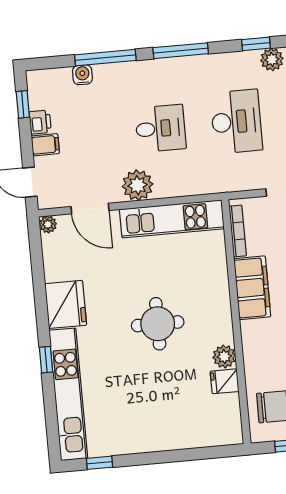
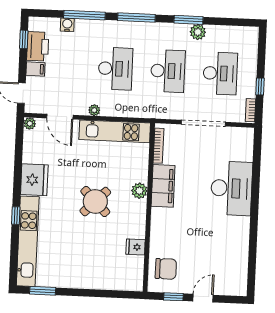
window: (256, 44) -> (188, 20), width x1.50
printer: (40, 122) -> (38, 46), width x1.87, depth x1.48
desk: (160, 128) -> (115, 69), width x1.37
plant: (138, 185) -> (94, 110), width x0.53, depth x0.53
round table: (158, 324) -> (95, 202), turned 45
plant: (224, 357) -> (139, 191), moved
window: (100, 463) -> (43, 291), width x1.50

